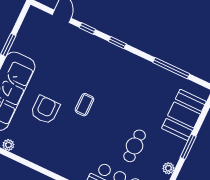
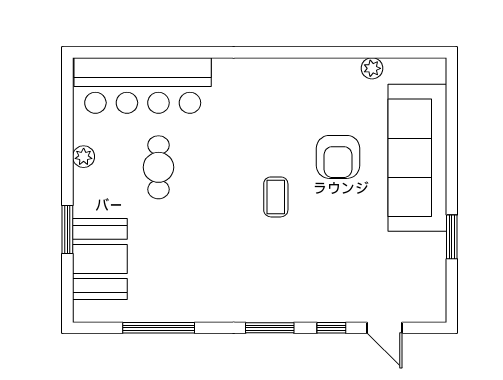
window: (117, 43) -> (270, 328), width x1.50
window: (188, 147) -> (67, 229), moved

